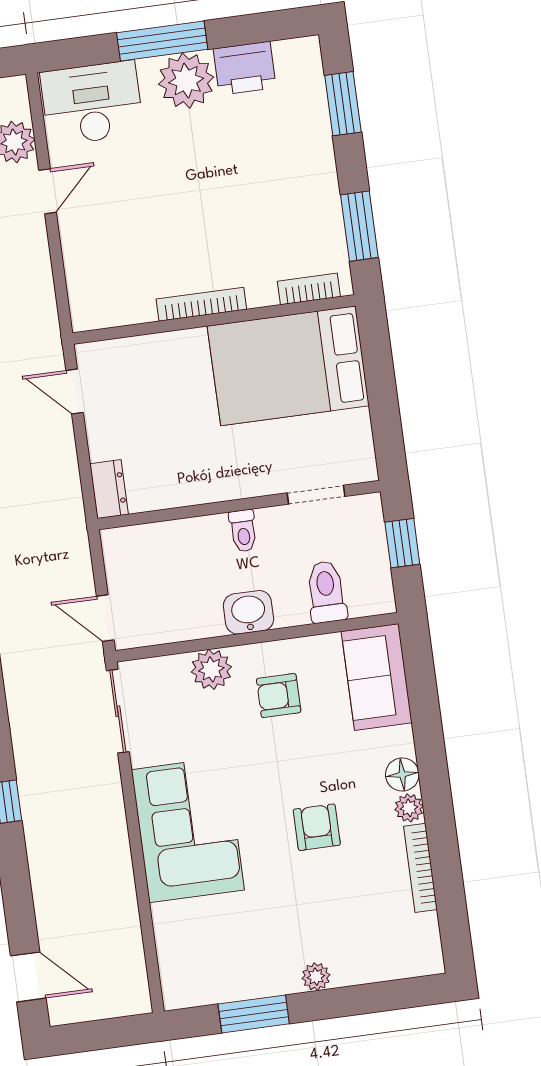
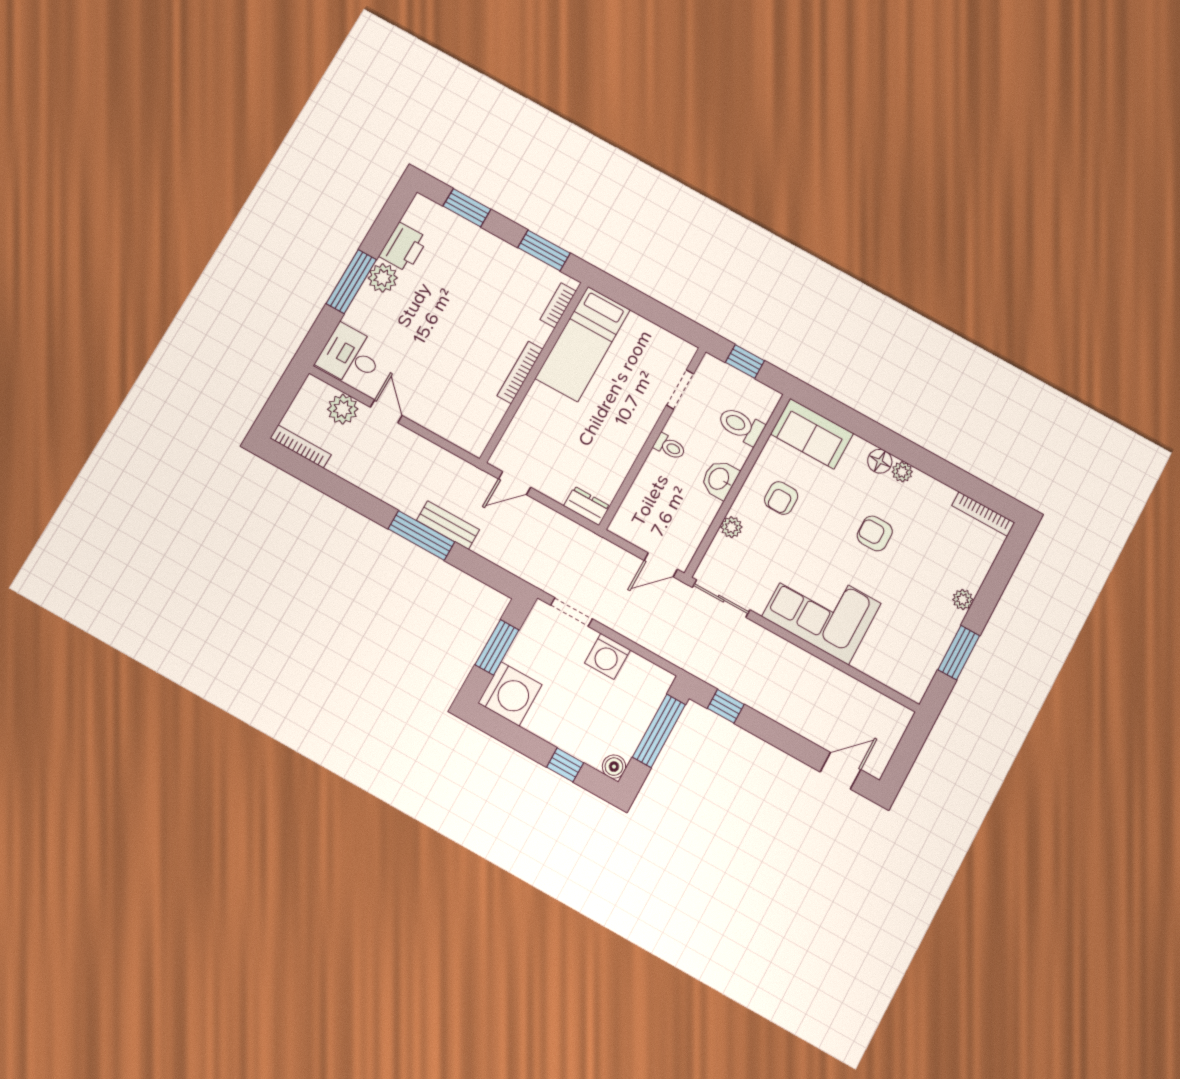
plant: (186, 81) -> (383, 278), width x0.73, depth x0.73
desk: (92, 103) -> (351, 356), width x0.73
bed: (288, 366) -> (583, 344), width x0.67
plant: (211, 669) -> (731, 527), width x0.73, depth x0.73
bookcase: (420, 868) -> (983, 514), moved

